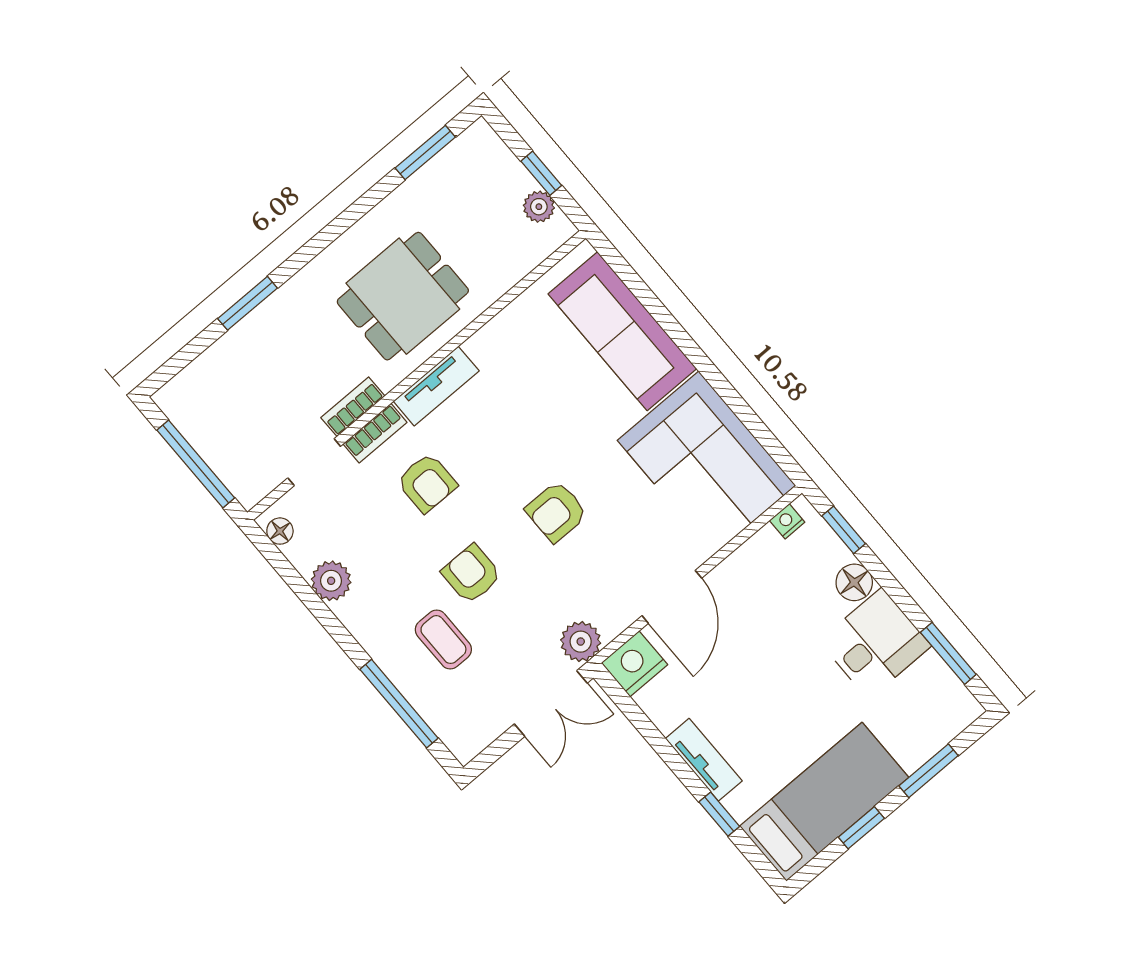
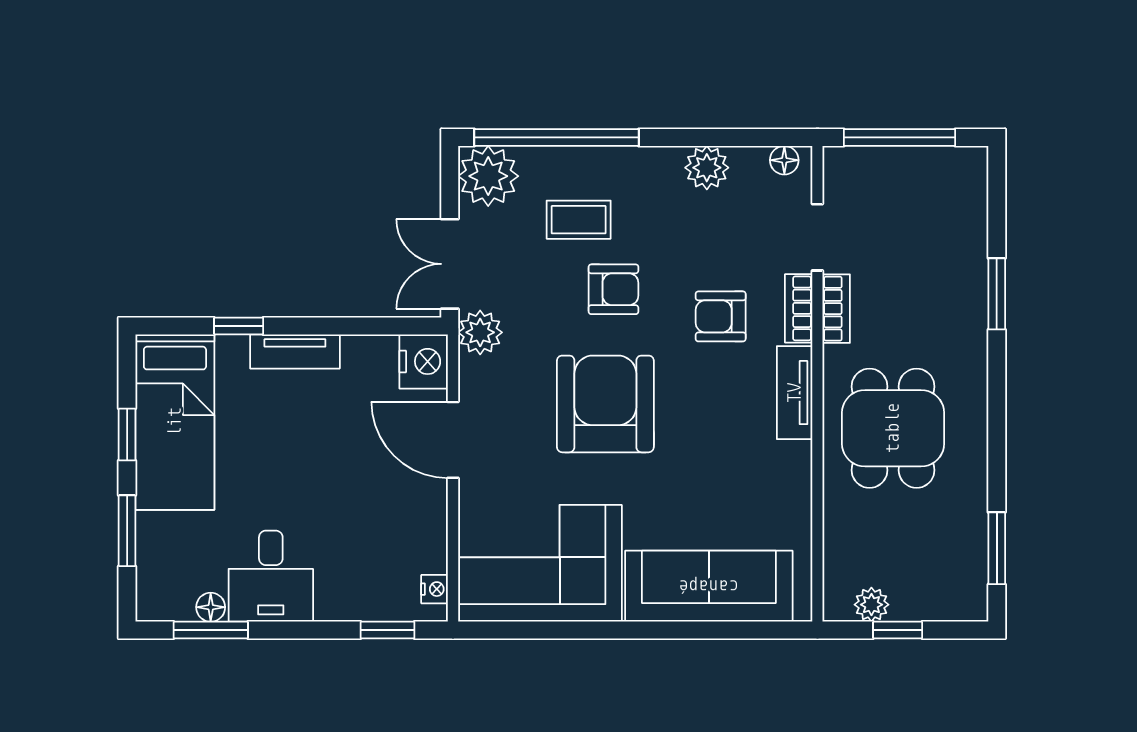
armchair: (556, 512) -> (605, 404), width x1.88, depth x1.88
floor lamp: (854, 582) -> (211, 607), moved, width x0.73, depth x0.73
window: (399, 704) -> (557, 137), width x1.46
plant: (467, 729) -> (488, 176), added

